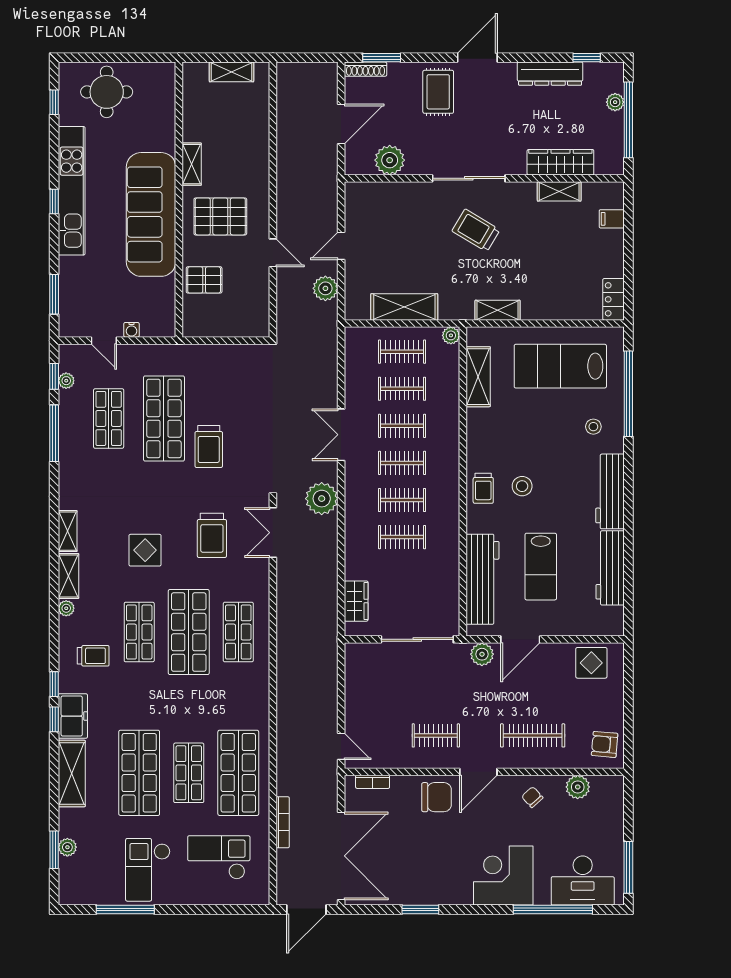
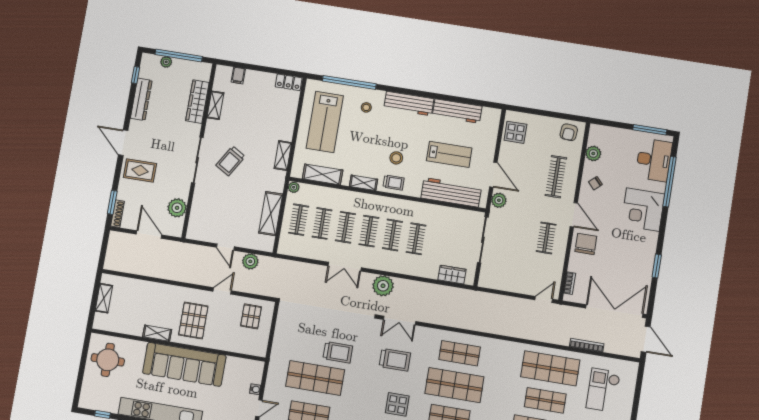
round table: (107, 92) -> (108, 360), moved
pallet: (204, 280) -> (251, 316), moved
shelving: (475, 442) -> (364, 183), added

